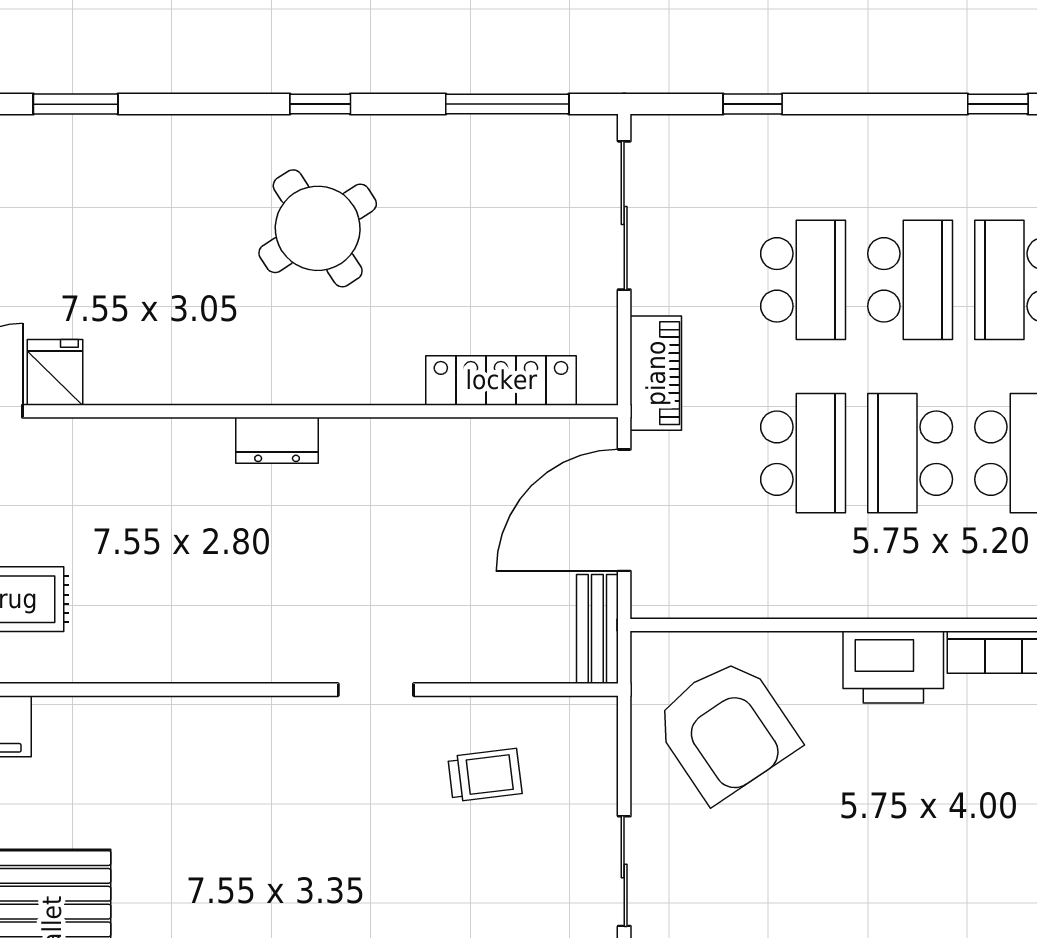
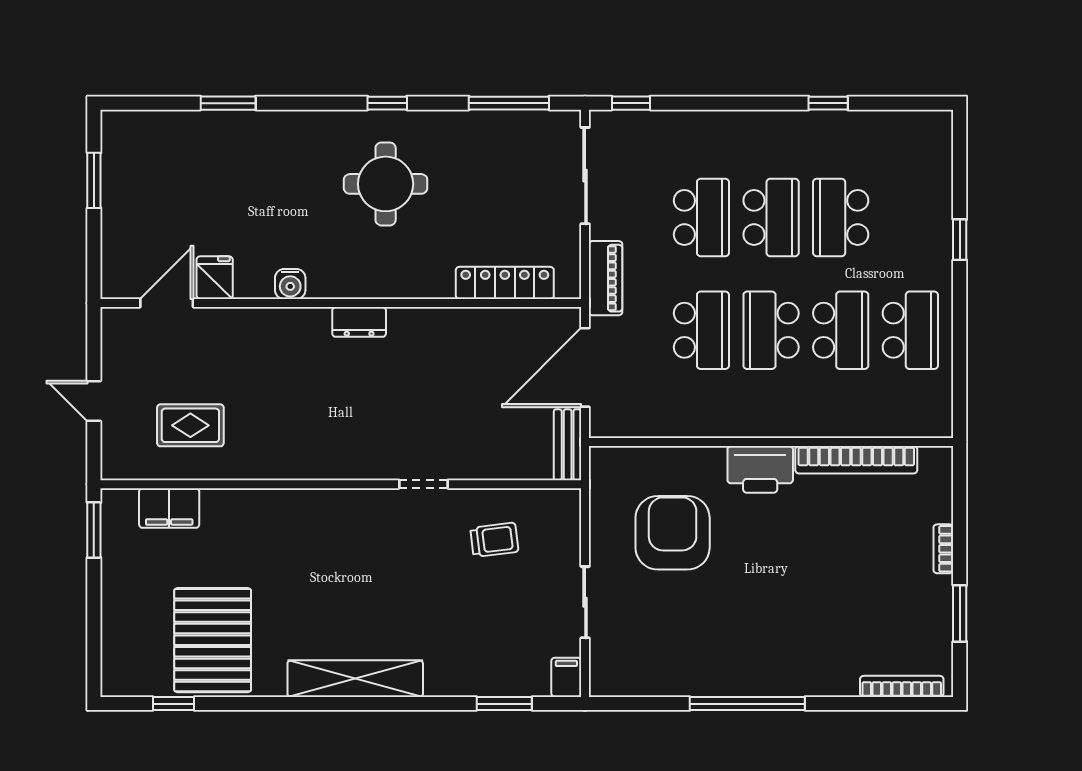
window: (753, 104) -> (631, 103), moved
round table: (318, 228) -> (386, 184), turned 33
water cooler: (171, 382) -> (290, 284), added
armchair: (726, 730) -> (673, 533), moved, turned -146

